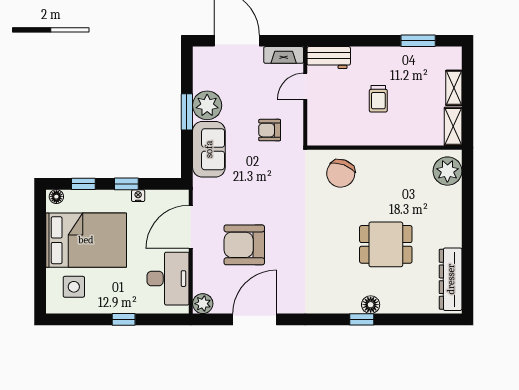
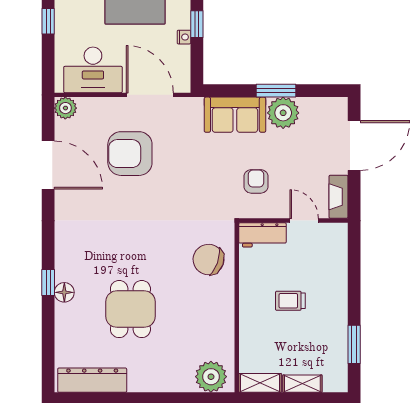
workbench: (329, 58) -> (262, 235), moved, turned -90
armchair: (244, 245) -> (130, 154), turned -90

